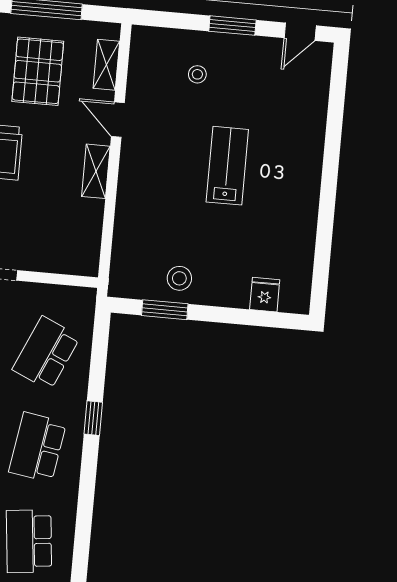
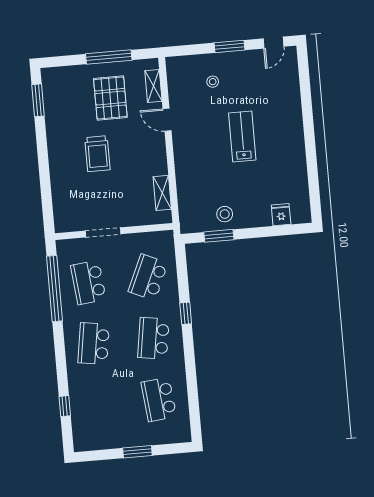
shelving: (96, 171) -> (162, 193), moved

